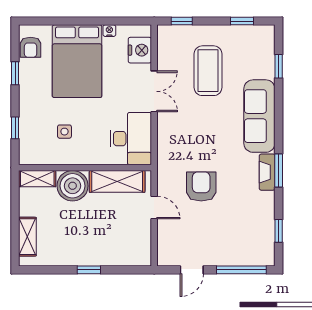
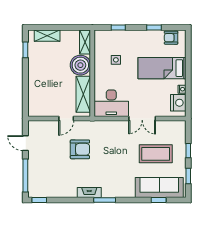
window: (182, 21) -> (188, 151), moved
nightstand: (140, 50) -> (178, 103), moved, turned -90
bed: (77, 61) -> (162, 68), width x0.67
sofa: (259, 116) -> (159, 187), moved
window: (279, 171) -> (105, 200), moved
window: (279, 231) -> (39, 200), moved
window: (89, 270) -> (25, 50), moved

